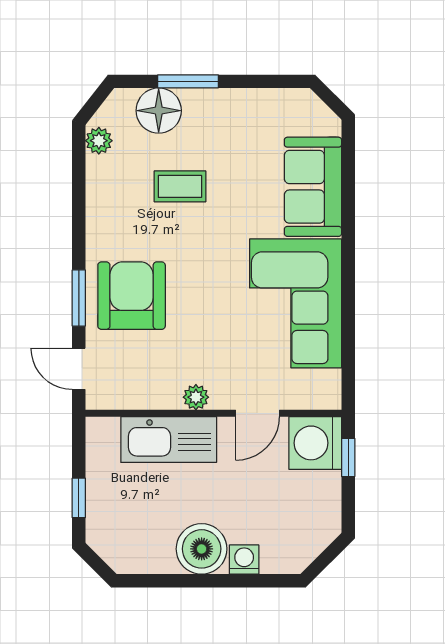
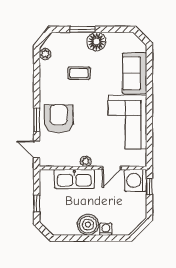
floor lamp: (159, 111) -> (96, 41), moved

